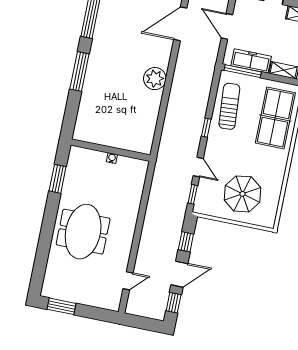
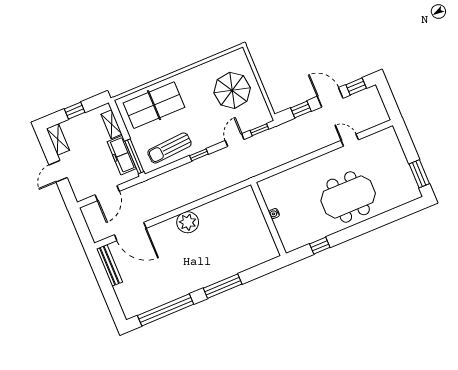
window: (58, 179) -> (320, 246), width x0.67
door: (128, 281) -> (350, 140), moved

